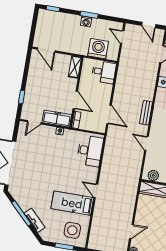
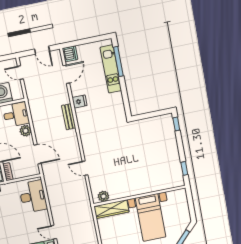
plant: (107, 89) -> (26, 131), added
bench: (146, 113) -> (69, 117), moved

